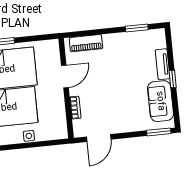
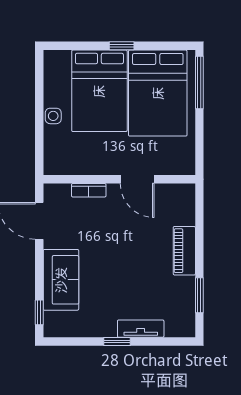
piano: (86, 43) -> (184, 251), moved
sofa: (161, 101) -> (61, 280), moved, turned 90
window: (159, 132) -> (39, 312), width x0.67

